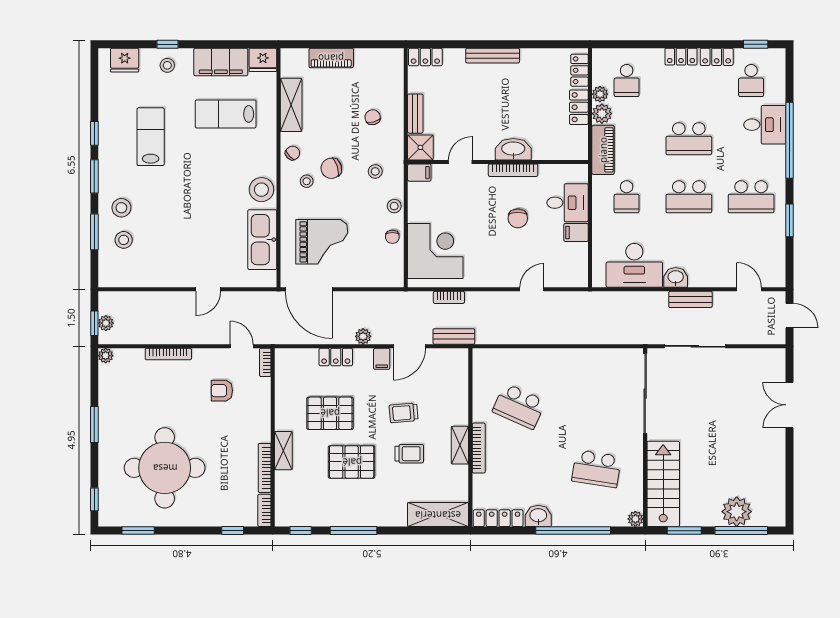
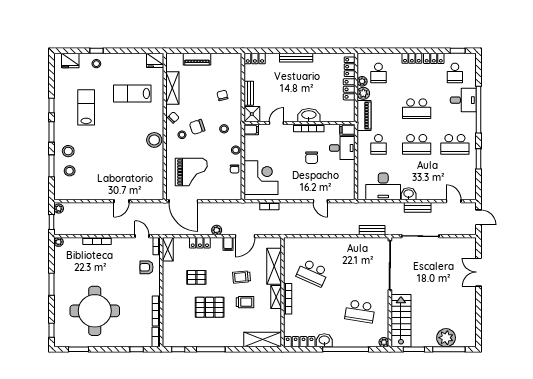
filing cabinet: (221, 62) -> (129, 62), removed
filing cabinet: (576, 232) -> (347, 130), moved
kitchen sink: (262, 240) -> (155, 171), removed
door: (532, 289) -> (320, 201), swing flipped
plant: (106, 323) -> (59, 209), moved
bench: (454, 336) -> (372, 230), moved
armchair: (222, 391) -> (146, 267), moved
shelving: (457, 395) -> (274, 266), added
pallet: (330, 413) -> (196, 277), width x0.67, depth x0.71
shelving: (283, 451) -> (168, 249), moved

